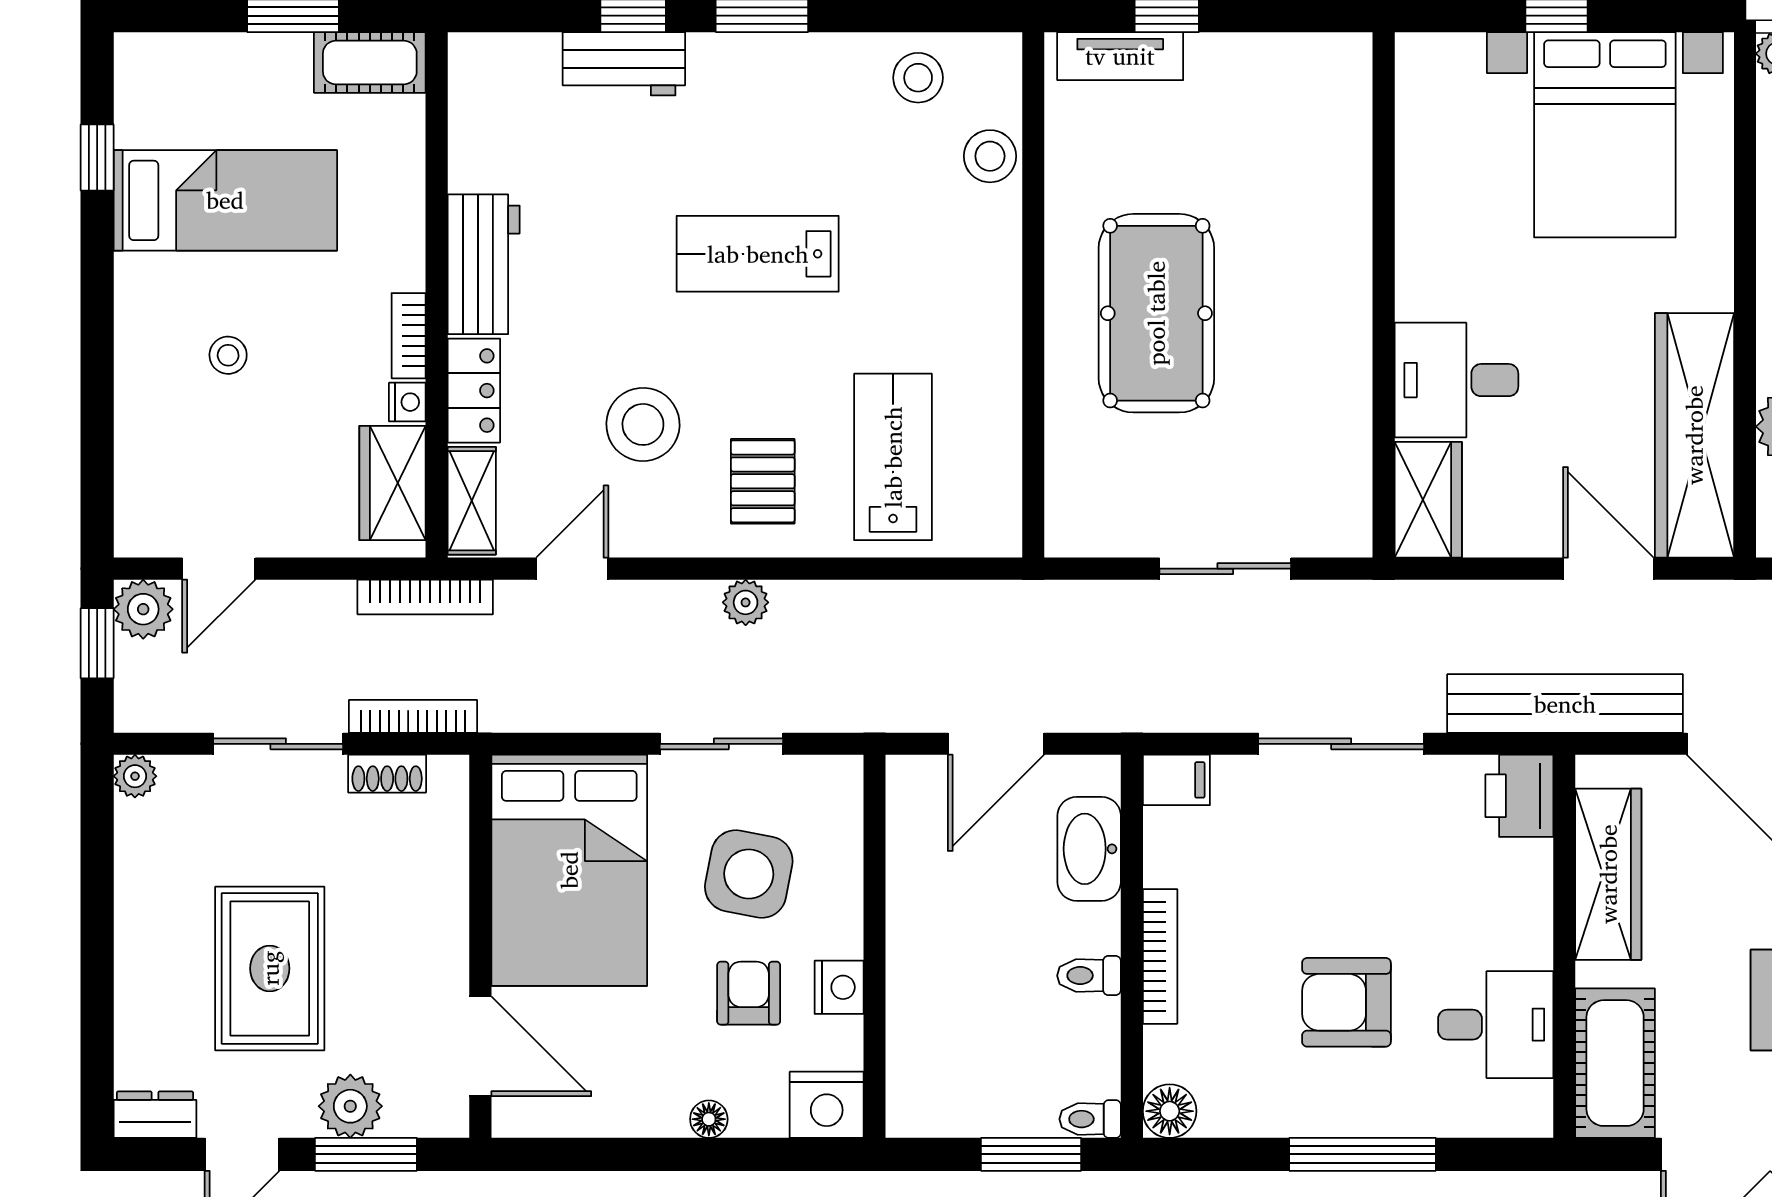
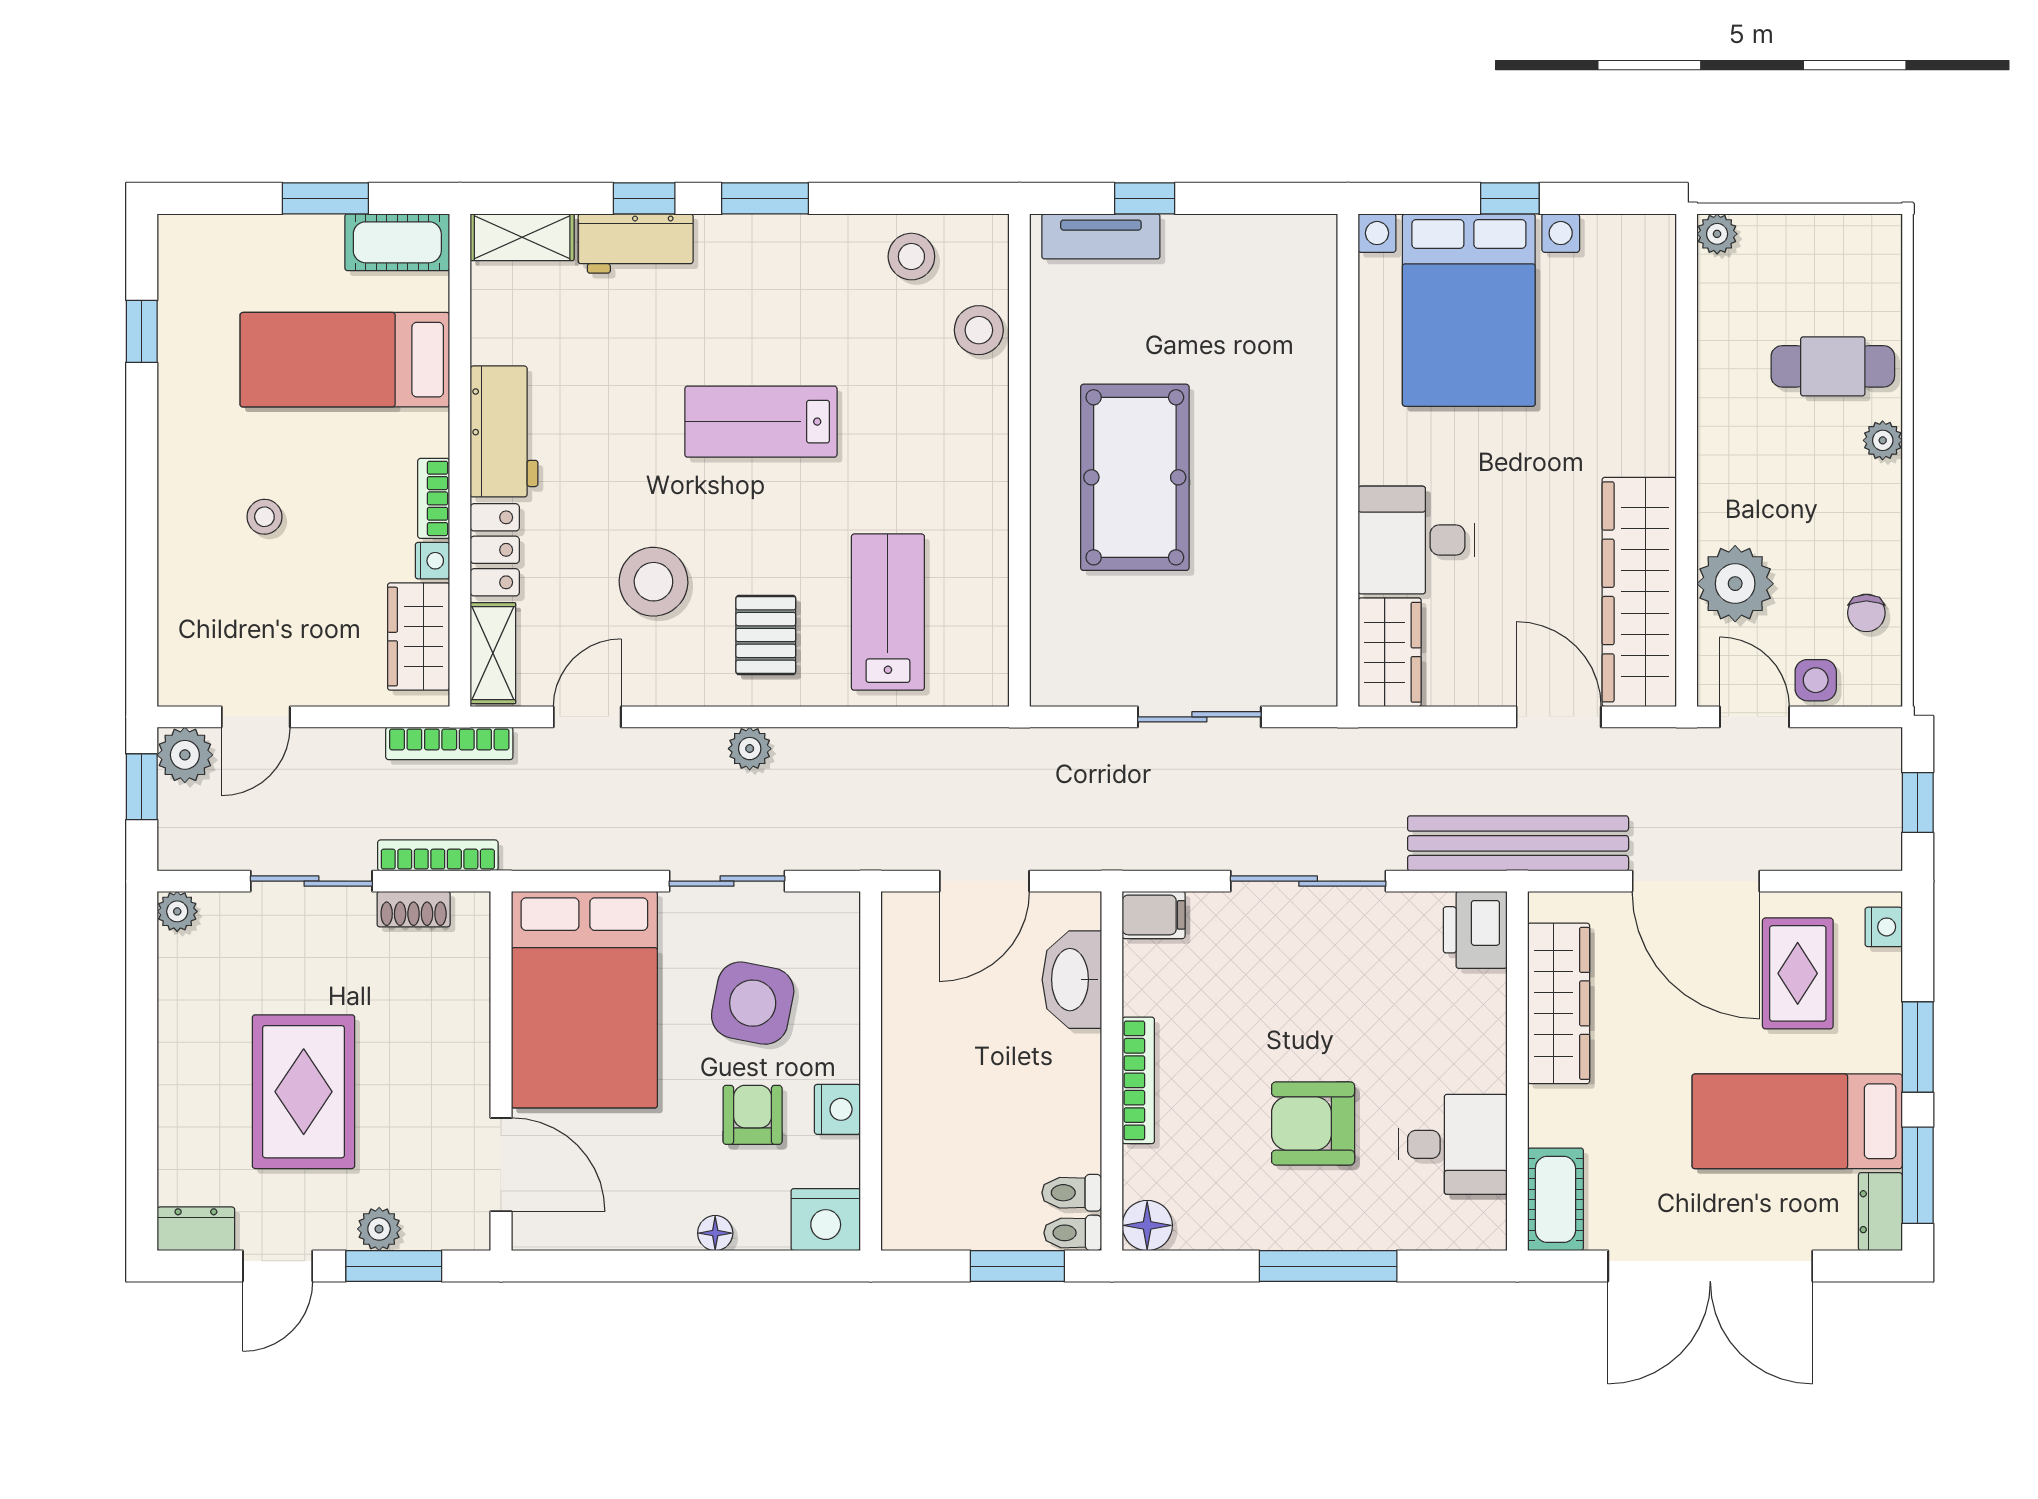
shelving: (503, 57) -> (522, 237), added
bed with nightstands: (1605, 135) -> (1469, 310), moved
bed: (225, 200) -> (345, 360), moved, turned 180
toilet: (1089, 976) -> (1072, 1193), moved
cot: (1615, 1063) -> (1555, 1199), width x0.73, depth x0.75
plant: (350, 1106) -> (379, 1229), width x0.73, depth x0.73

